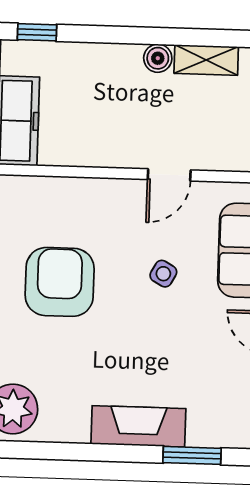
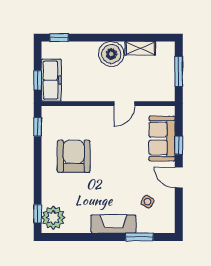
boiler: (158, 58) -> (111, 54), width x1.86, depth x1.86
side table: (163, 274) -> (147, 202), moved

